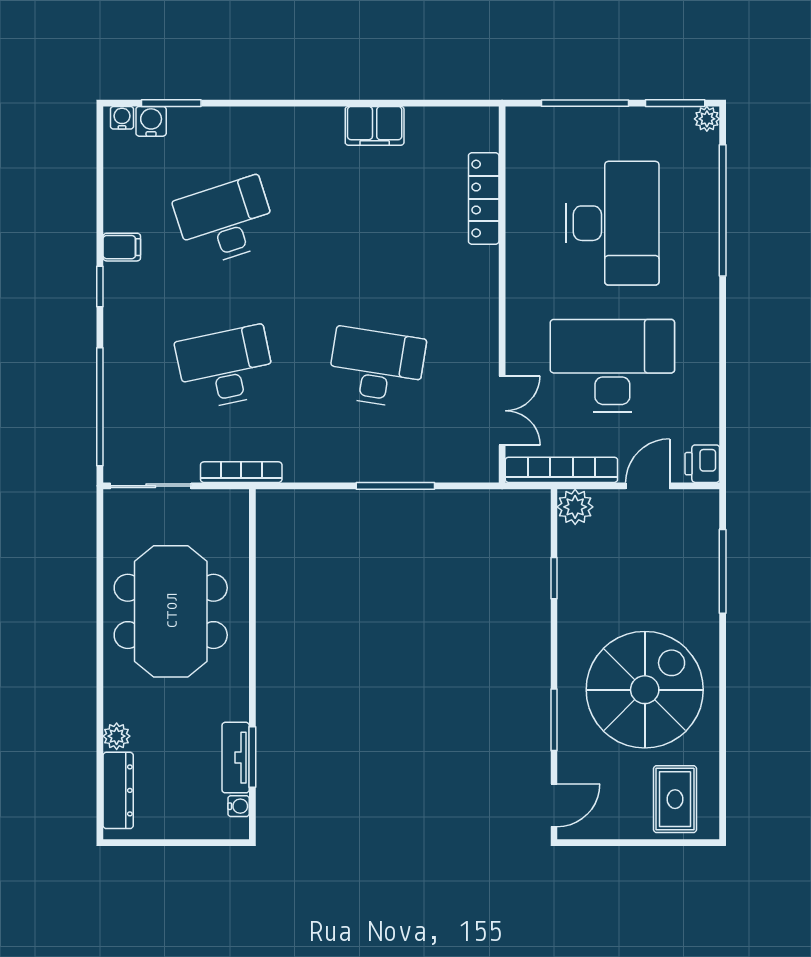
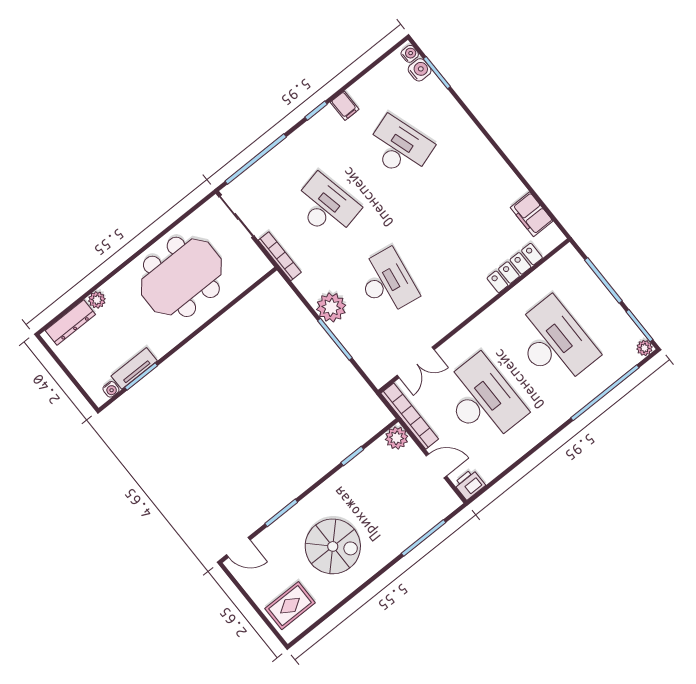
filing cabinet: (375, 126) -> (532, 214), moved
desk: (612, 223) -> (554, 343), turned -90
plant: (353, 459) -> (331, 307), added
spiral stairs: (645, 690) -> (333, 546), width x0.73, depth x0.73

